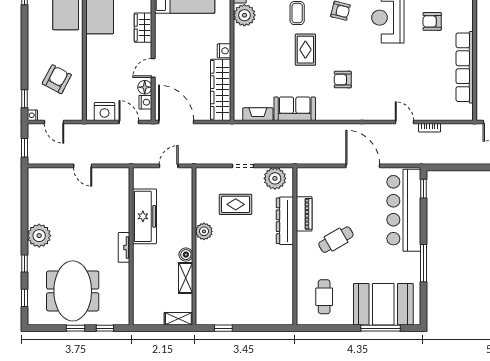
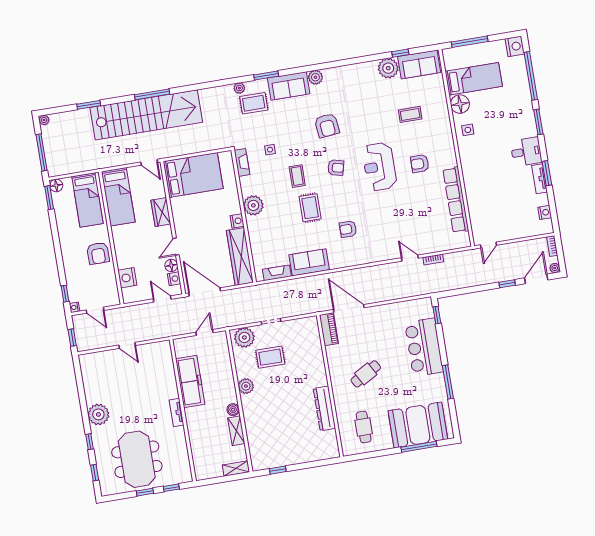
plant: (244, 15) -> (253, 205), moved
armchair: (57, 79) -> (98, 253), moved, turned 152
nightstand: (104, 112) -> (127, 278), moved, turned 90
door: (363, 166) -> (349, 309), moved
plant: (275, 178) -> (244, 337), moved
bar counter: (404, 210) -> (424, 347), width x0.73
piano: (304, 214) -> (329, 329), moved
dresser: (285, 221) -> (324, 408), moved

